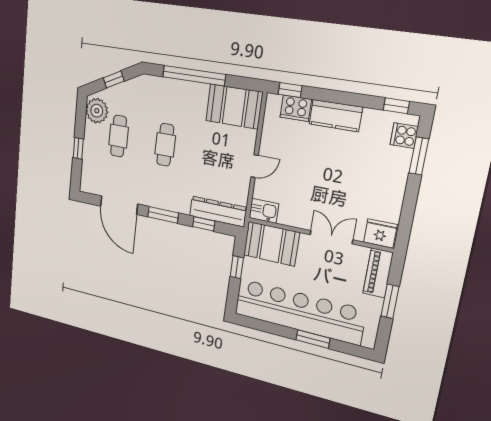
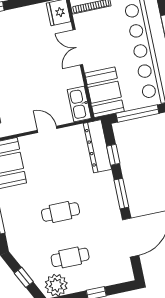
kitchen sink: (264, 211) -> (79, 104), width x1.38
window: (237, 267) -> (137, 113), width x2.17

